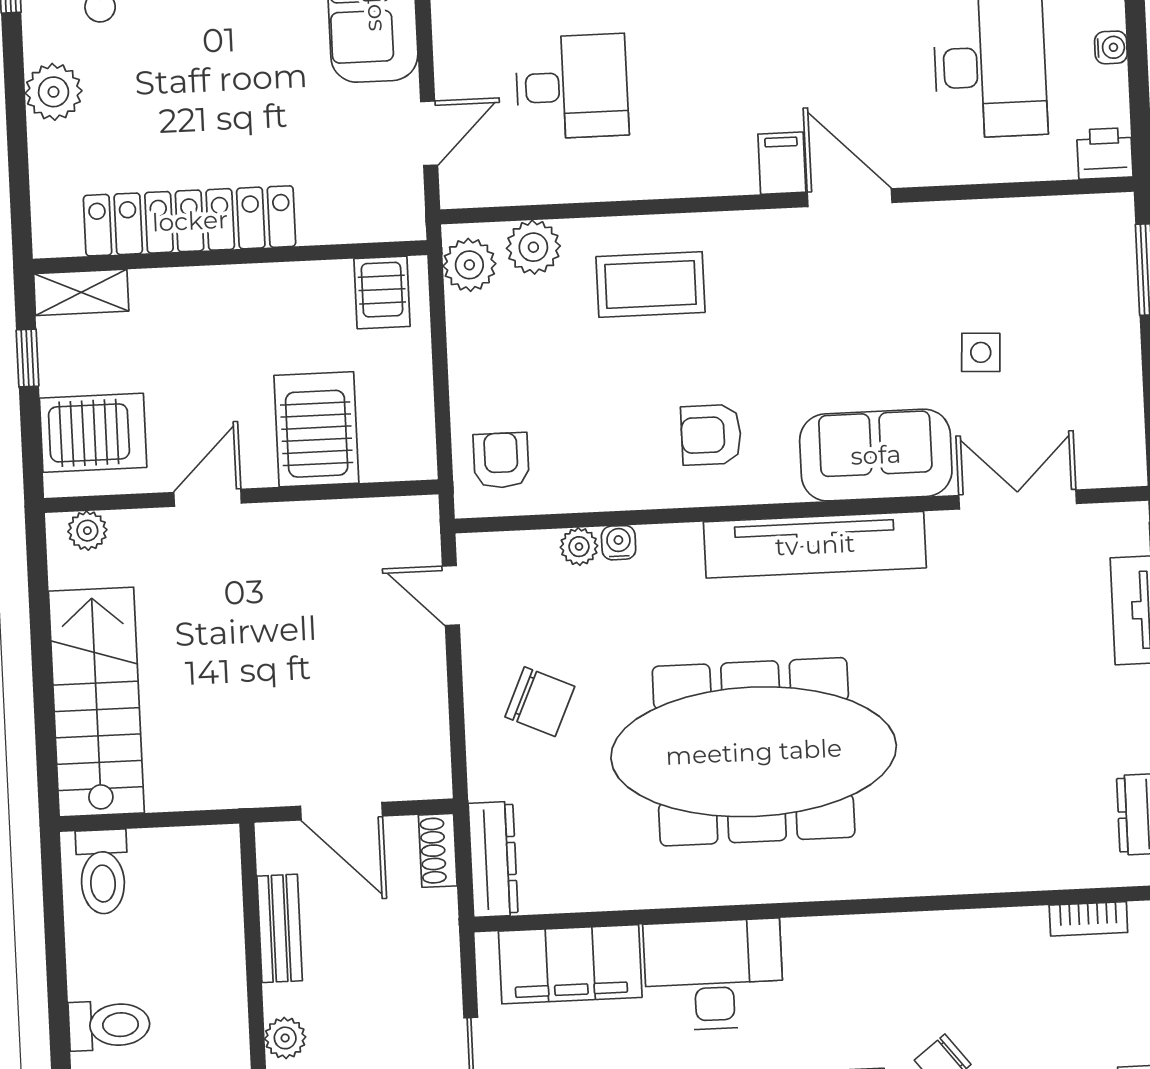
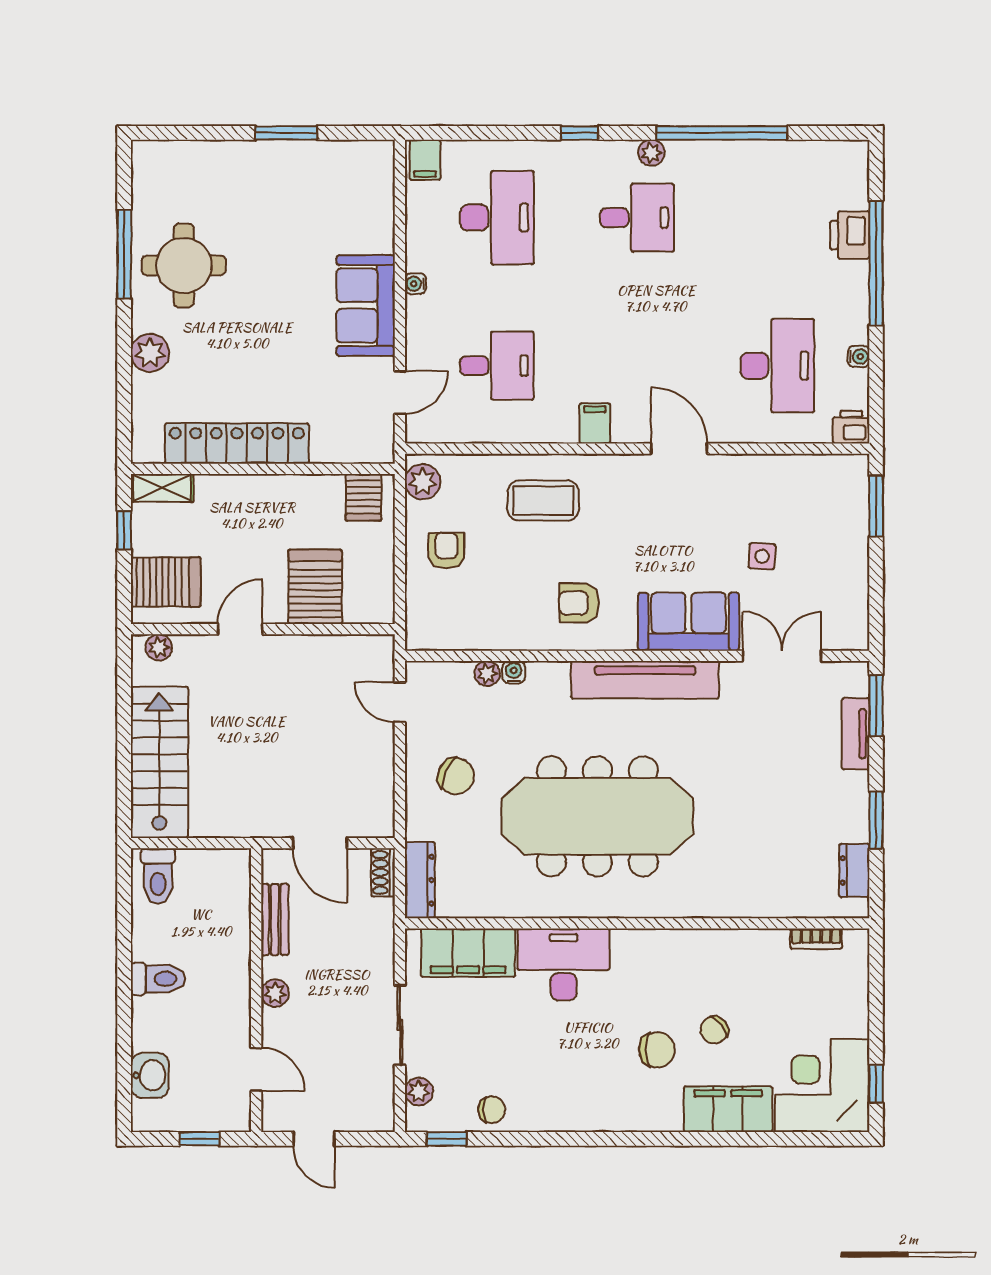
filing cabinet: (782, 163) -> (595, 423), moved
plant: (533, 247) -> (466, 472), removed
armchair: (501, 460) -> (446, 551), moved

